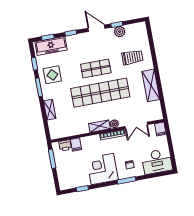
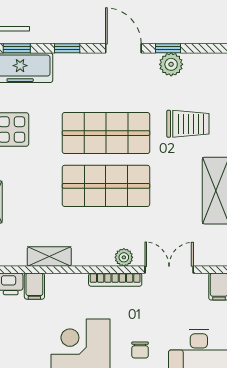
shop shelf: (96, 68) -> (106, 133), width x1.43, depth x1.36
shop shelf: (100, 93) -> (106, 186), width x0.71
shelving: (99, 126) -> (49, 256), moved
double door: (136, 126) -> (169, 270), swing flipped

